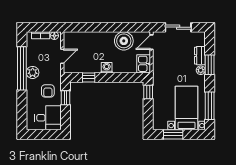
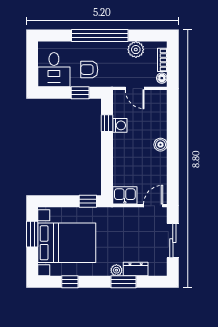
boiler: (124, 41) -> (160, 145), moved, width x0.54, depth x0.54
door: (151, 42) -> (153, 206), hinge flipped
window: (22, 68) -> (100, 36), moved
washing machine: (107, 68) -> (120, 125), moved
plant: (33, 72) -> (136, 50), moved
window: (210, 106) -> (70, 282), width x0.46
bed with nightstands: (187, 108) -> (67, 243), width x1.36

